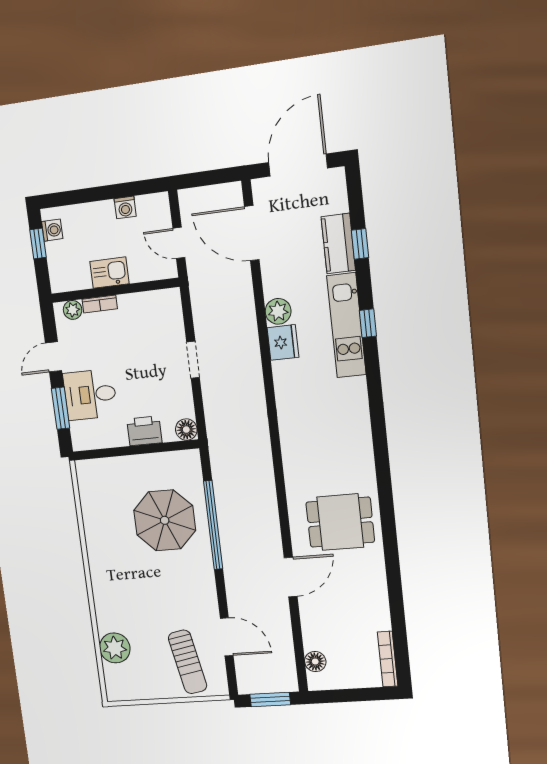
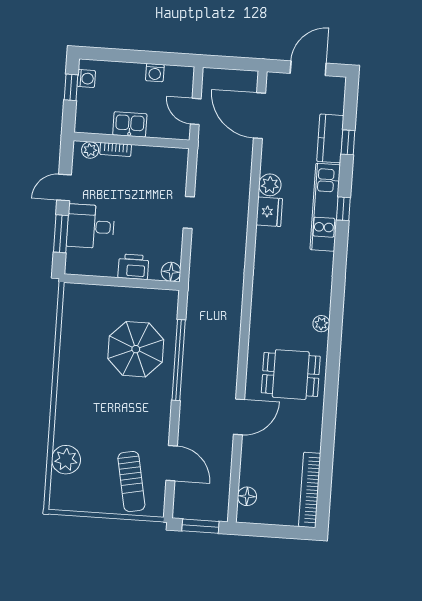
door: (298, 165) -> (308, 68), width x0.73
plant: (365, 460) -> (321, 324), added
bookcase: (388, 659) -> (310, 490), width x1.48, depth x1.31

